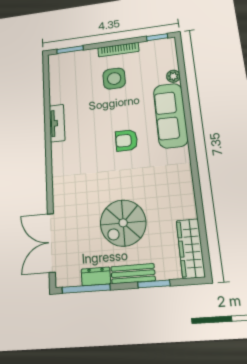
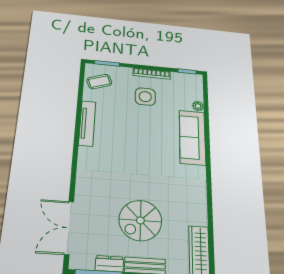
coffee table: (64, 73) -> (99, 82), added
tv unit: (57, 123) -> (87, 123), width x1.41
armchair: (126, 140) -> (151, 151), removed

